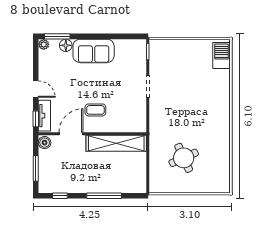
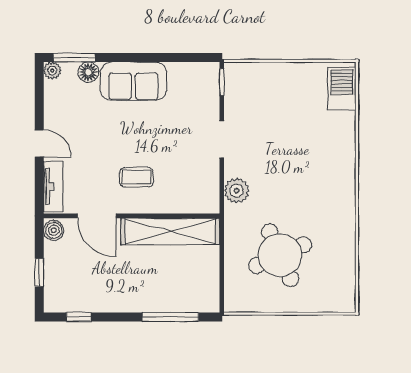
plant: (157, 118) -> (237, 191), added
window: (36, 119) -> (39, 192), removed
door: (71, 134) -> (97, 216), swing flipped
round table: (184, 158) -> (280, 255), width x1.36, depth x1.36
window: (36, 168) -> (39, 272), width x0.67
window: (104, 196) -> (170, 317), moved

